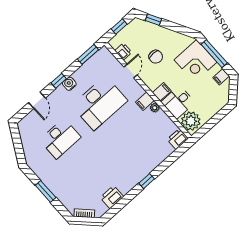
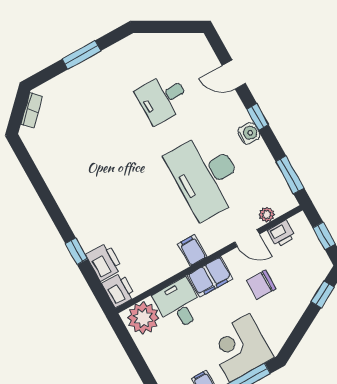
filing cabinet: (162, 92) -> (210, 277), width x2.00
plant: (155, 108) -> (267, 215), moved
desk: (60, 139) -> (163, 98), width x0.73
window: (147, 181) -> (77, 251), moved
printer: (112, 197) -> (104, 262), moved

